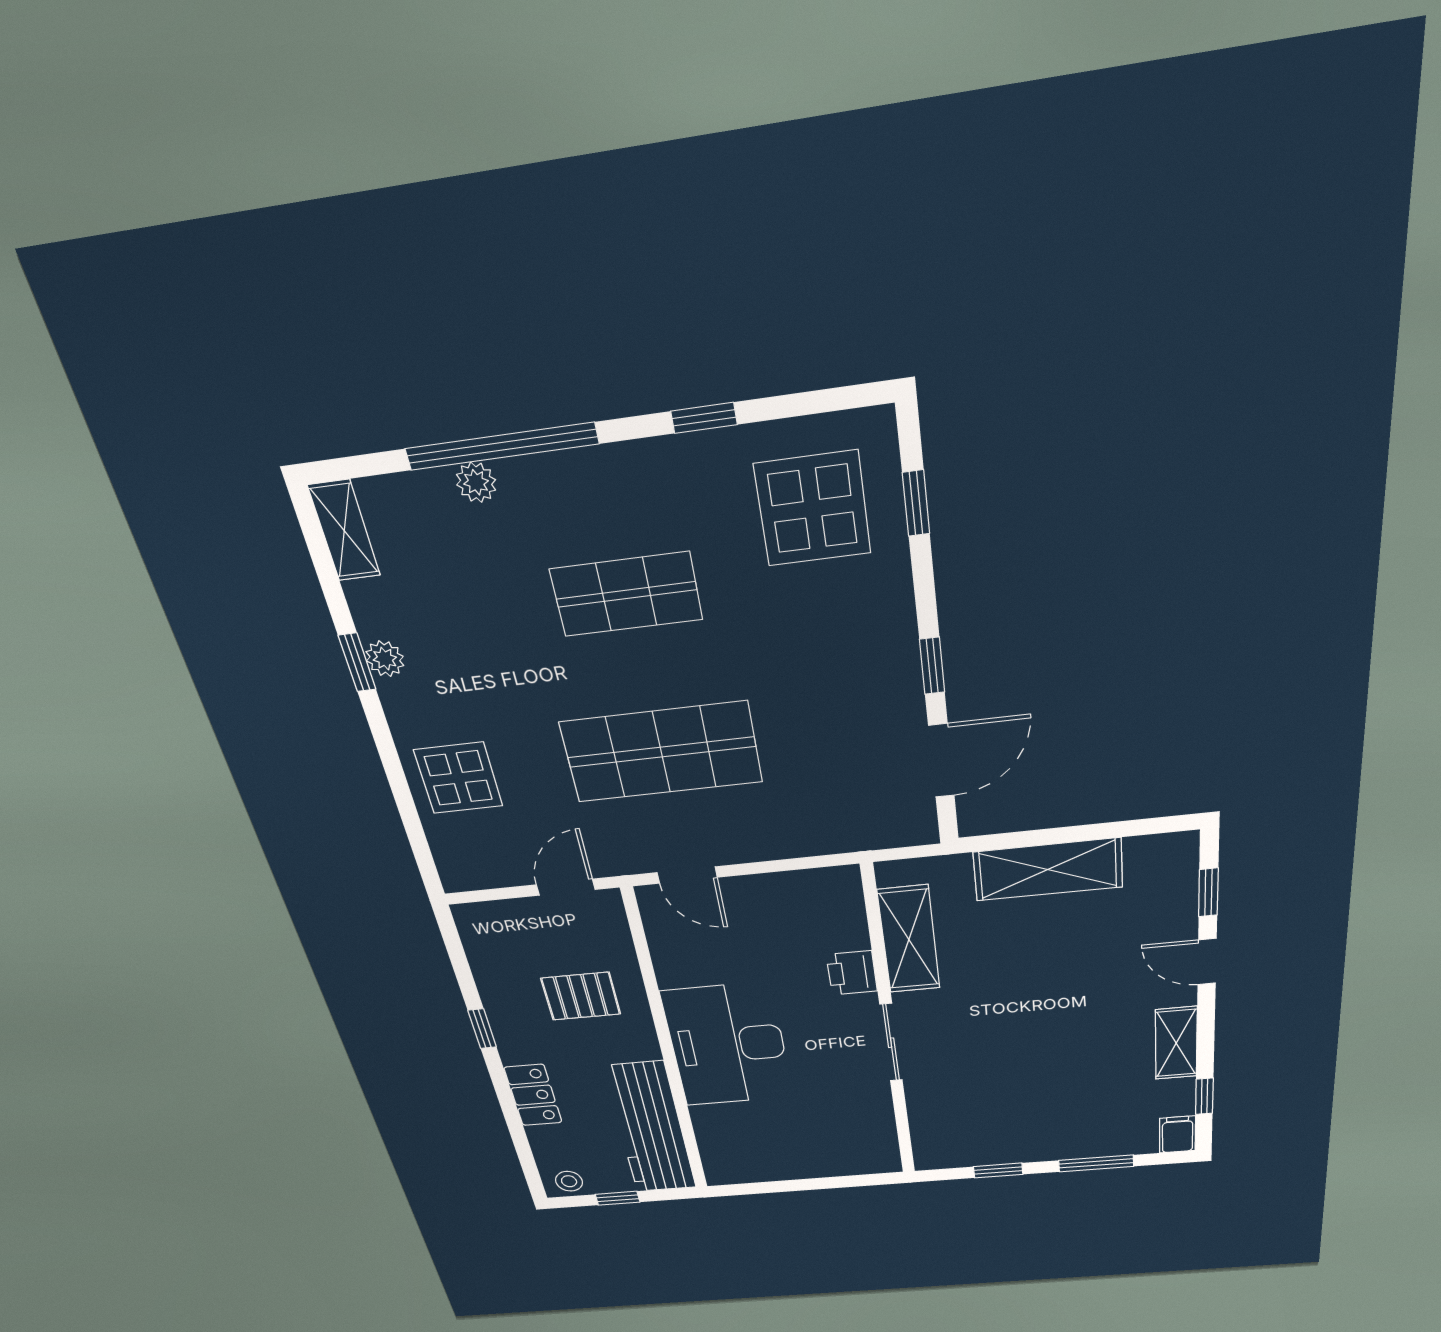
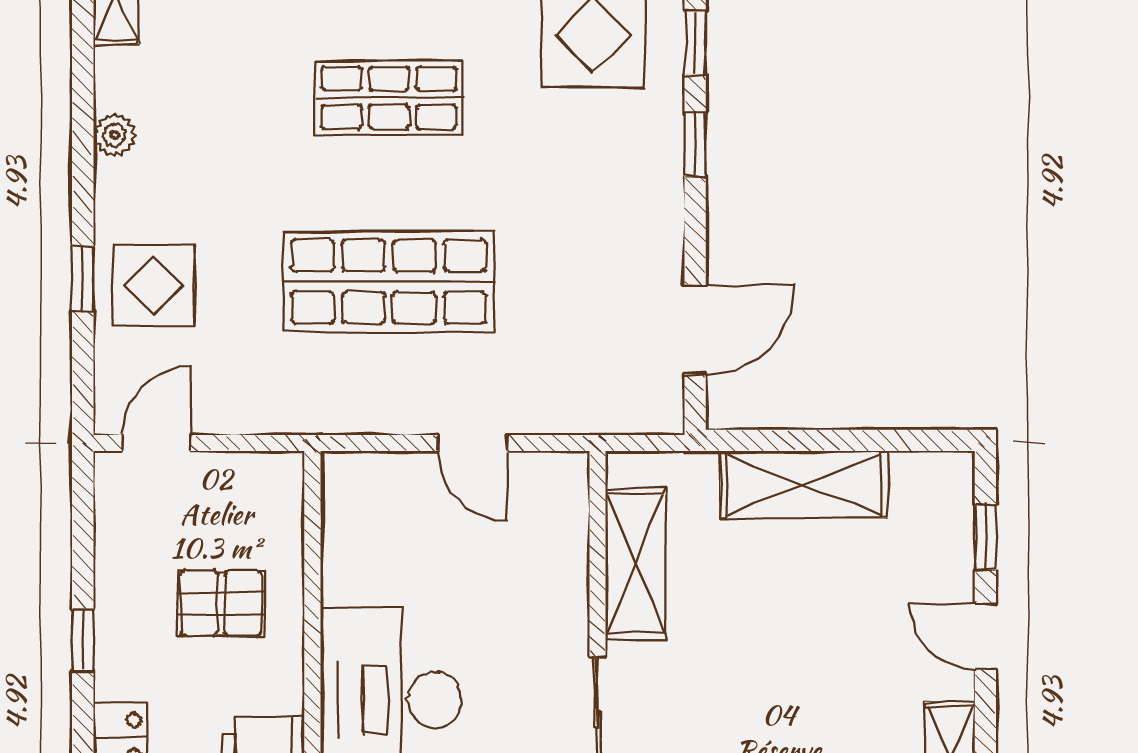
window: (357, 662) -> (83, 278), moved
window: (932, 666) -> (695, 145), moved
door: (687, 875) -> (472, 443), moved
door: (566, 887) -> (156, 443), moved
printer: (852, 973) -> (562, 605), removed

